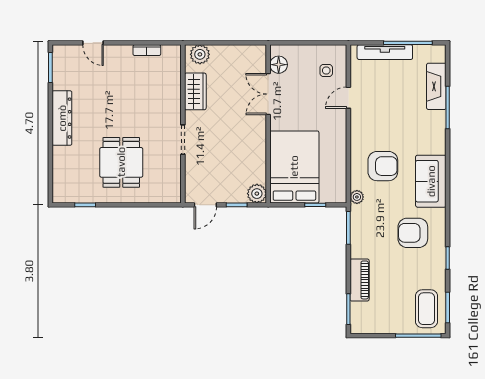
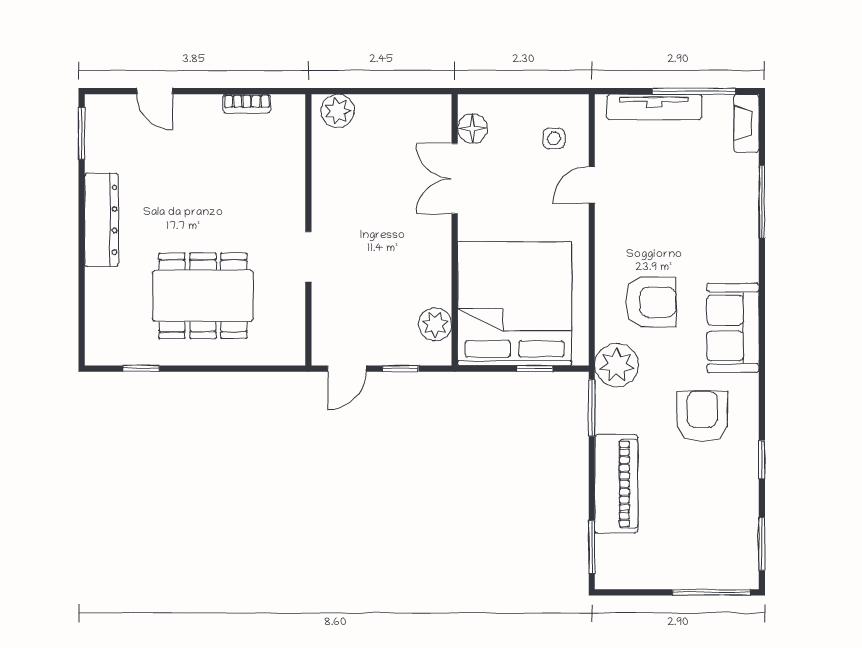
fireplace: (436, 86) -> (746, 123), moved, width x0.73, depth x0.76
wardrobe: (195, 91) -> (330, 174), removed
dining table: (121, 162) -> (203, 296), width x1.38
bed: (294, 167) -> (515, 304), width x1.36
plant: (257, 194) -> (435, 324), moved
plant: (357, 197) -> (617, 365), width x1.87, depth x1.87
armchair: (413, 233) -> (702, 416), turned 90
piano: (360, 280) -> (616, 484), width x1.37, depth x1.33
coffee table: (426, 309) -> (726, 546), removed

